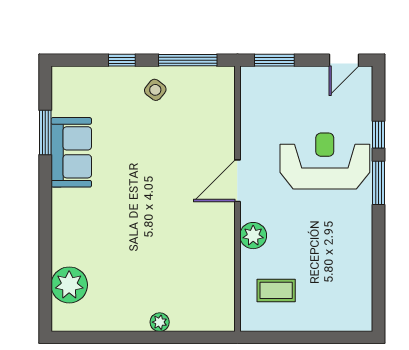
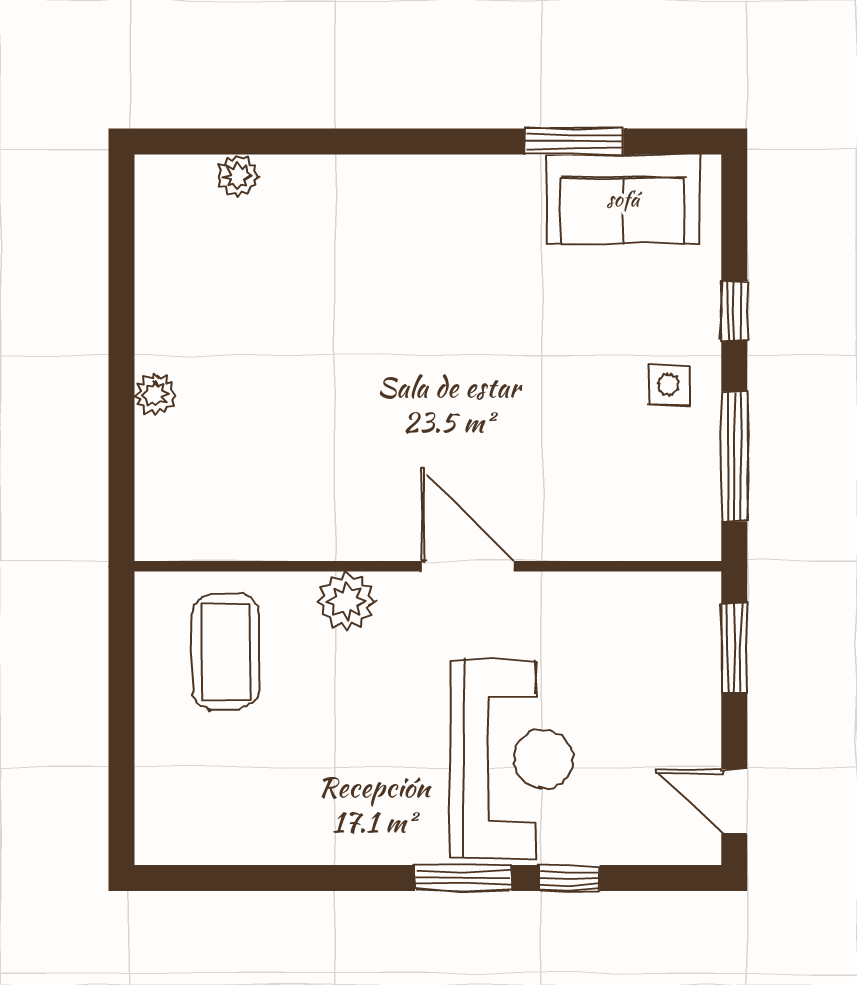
side table: (155, 90) -> (669, 385), turned -38
sofa: (71, 152) -> (623, 199), moved
plant: (69, 285) -> (237, 176), width x0.53, depth x0.53
coffee table: (276, 290) -> (225, 652), width x1.36, depth x1.30

